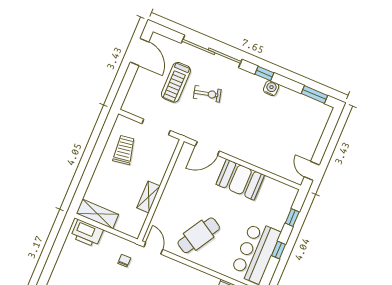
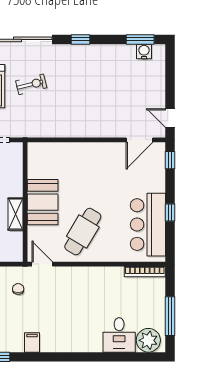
water cooler: (271, 88) -> (144, 51), moved
door: (207, 149) -> (139, 140), moved
booth: (240, 180) -> (43, 202), moved, turned 90
window: (292, 218) -> (170, 160), moved

